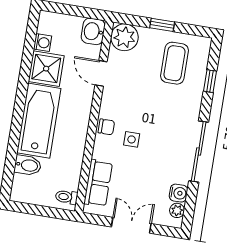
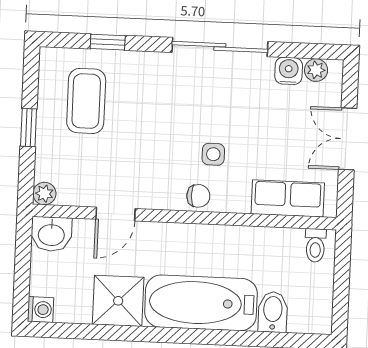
plant: (124, 37) -> (44, 194), width x0.53, depth x0.53
washing machine: (43, 43) -> (41, 310), moved, turned 90
coffee table: (175, 63) -> (86, 101), turned 90
chair: (106, 127) -> (198, 196), turned 90

